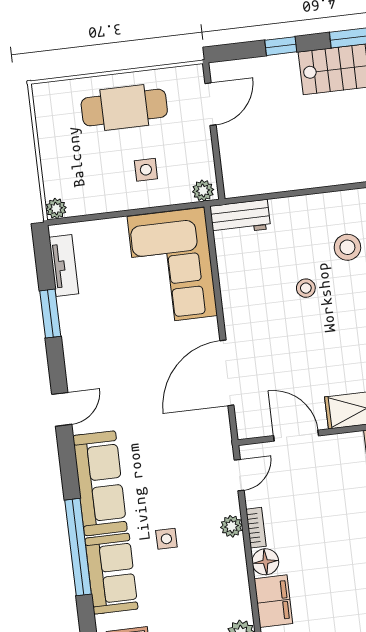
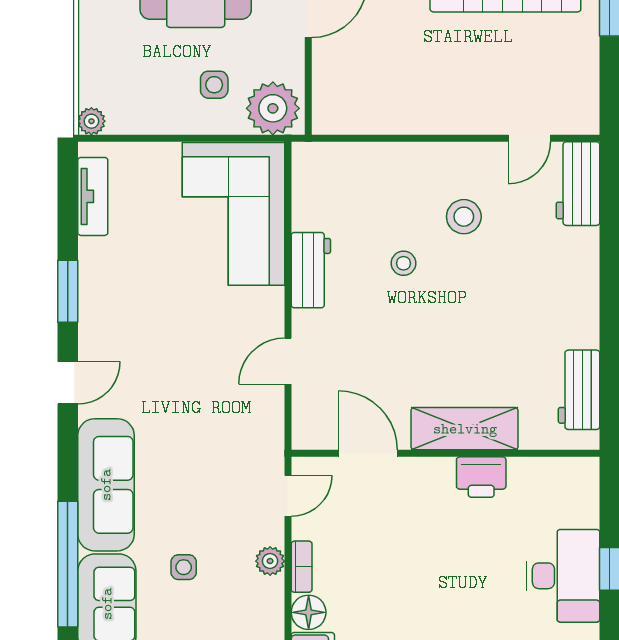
plant: (203, 191) -> (273, 108), width x1.88, depth x1.88
workbench: (240, 217) -> (311, 270), moved, turned -90
window: (50, 314) -> (68, 291), moved
door: (227, 373) -> (288, 361), width x0.53

